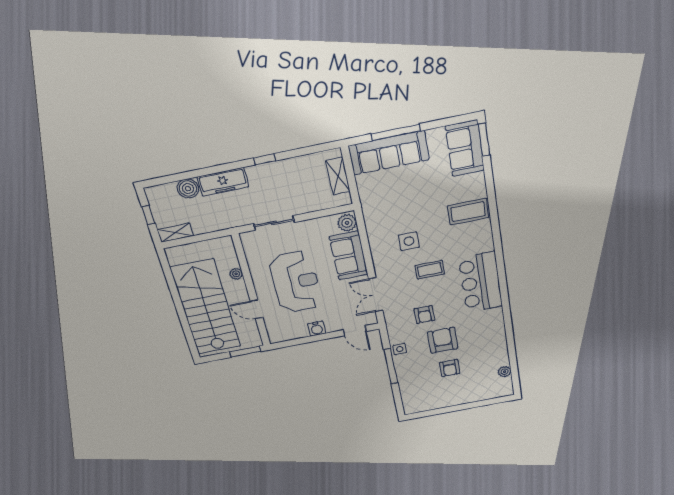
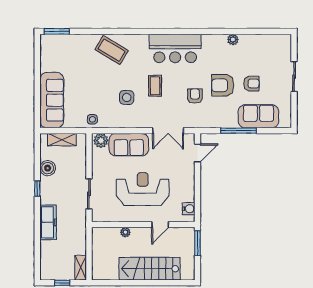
window: (396, 132) -> (37, 93), removed
sofa: (465, 148) -> (258, 116), moved, turned 180
boiler: (188, 189) -> (48, 168), moved
coffee table: (468, 212) -> (112, 50), turned -59
stairs: (206, 307) -> (150, 269), width x0.73, depth x0.66
armchair: (424, 315) -> (195, 96), turned -90
water cooler: (317, 329) -> (189, 209), moved
side table: (400, 349) -> (92, 119), moved
plant: (505, 372) -> (233, 40), moved
sliding door: (465, 406) -> (294, 77), added

